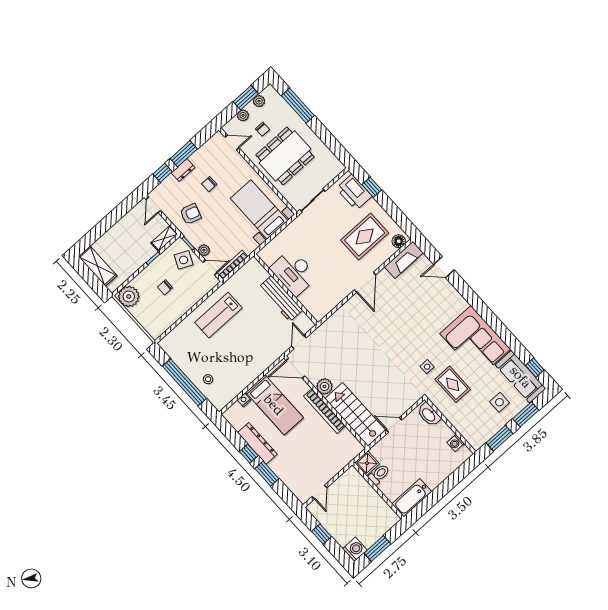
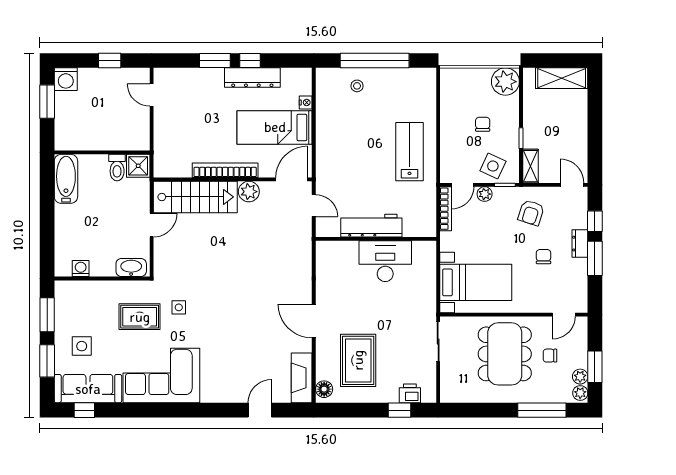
plant: (243, 115) -> (580, 393), moved
printer: (354, 192) -> (410, 393), width x0.53, depth x0.68

